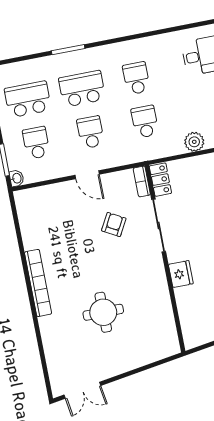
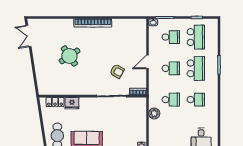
plant: (194, 142) -> (154, 113), moved
locker: (160, 180) -> (55, 102), moved
fridge: (181, 274) -> (72, 103), moved
round table: (103, 312) -> (69, 56), turned -34

